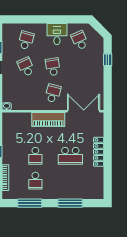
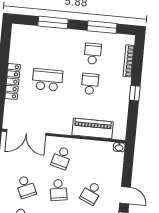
school desk: (26, 67) -> (91, 193), turned 48
school desk: (80, 67) -> (26, 187), added
piano: (48, 120) -> (93, 128), moved

